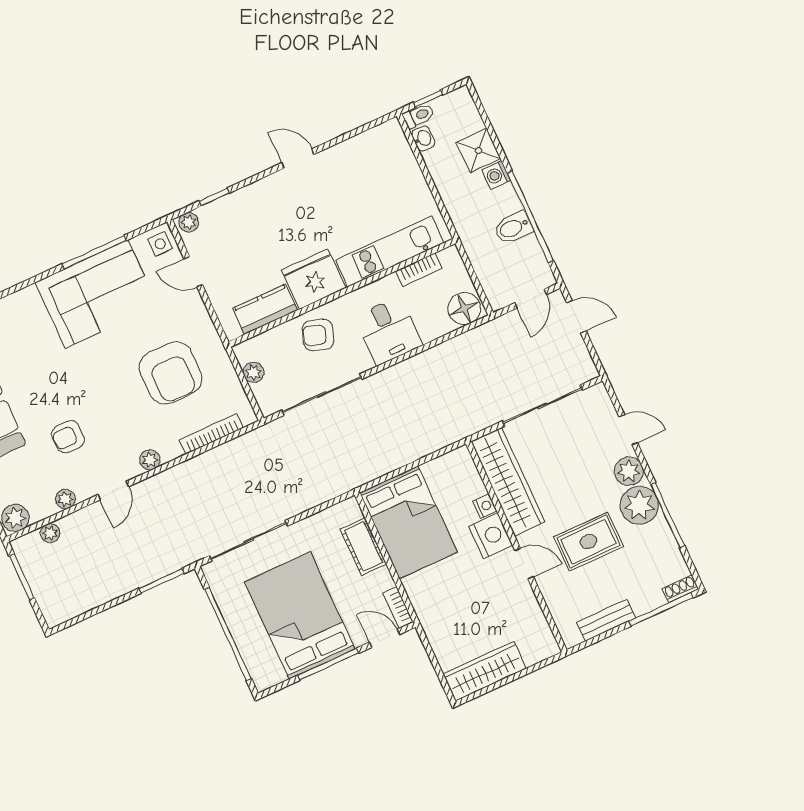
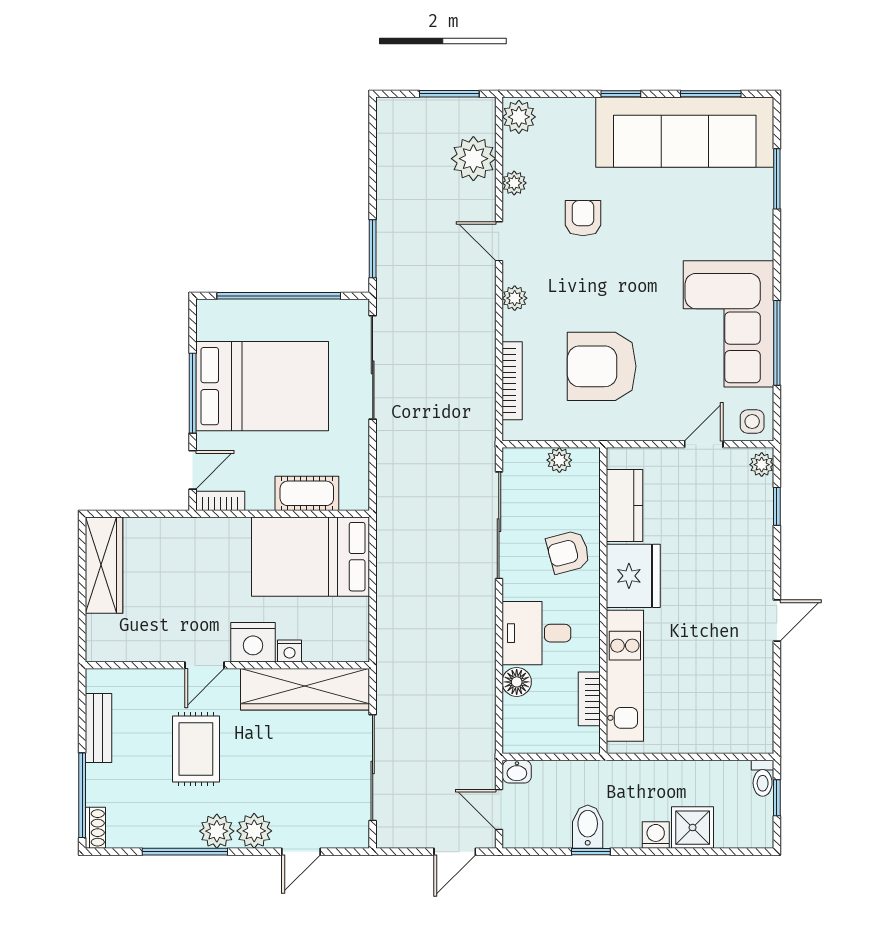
washbasin: (423, 138) -> (517, 772), moved
window: (530, 217) -> (591, 852), width x0.32
floor lamp: (464, 309) -> (517, 682), moved, width x0.73, depth x0.73
armchair: (318, 335) -> (568, 552), turned -124
plant: (639, 505) -> (217, 831), width x0.73, depth x0.73
plant: (50, 533) -> (473, 159), width x1.88, depth x1.88

